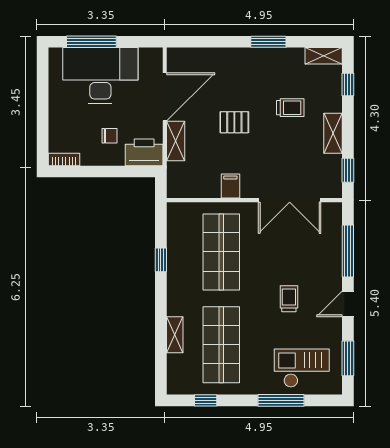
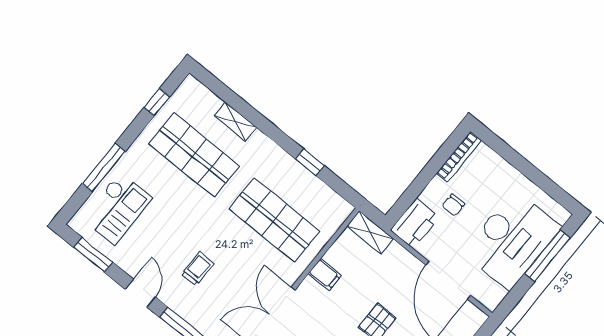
shelving: (176, 141) -> (370, 232), moved
bookcase: (64, 159) -> (459, 157), width x1.56
trolley: (289, 299) -> (198, 269), moved, turned -90

